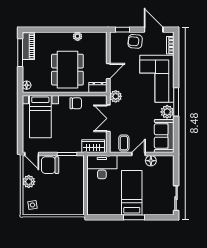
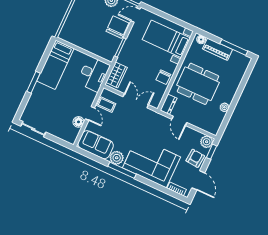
door: (154, 30) -> (198, 180), hinge flipped
piano: (28, 46) -> (218, 49), moved
plant: (116, 96) -> (207, 142), moved
bed: (132, 193) -> (55, 65), moved, turned 90

